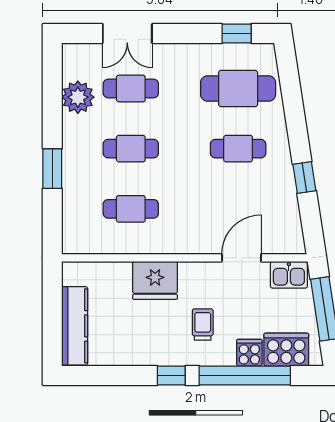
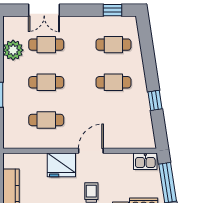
cafe table: (238, 88) -> (113, 45), width x0.73, depth x0.74
door: (241, 258) -> (91, 151), moved

